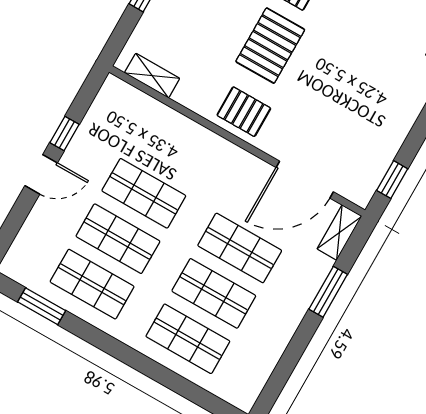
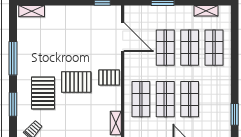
pallet: (244, 112) -> (109, 77), turned 90
shelving: (339, 233) -> (206, 11), moved
shop shelf: (92, 284) -> (141, 99), moved

